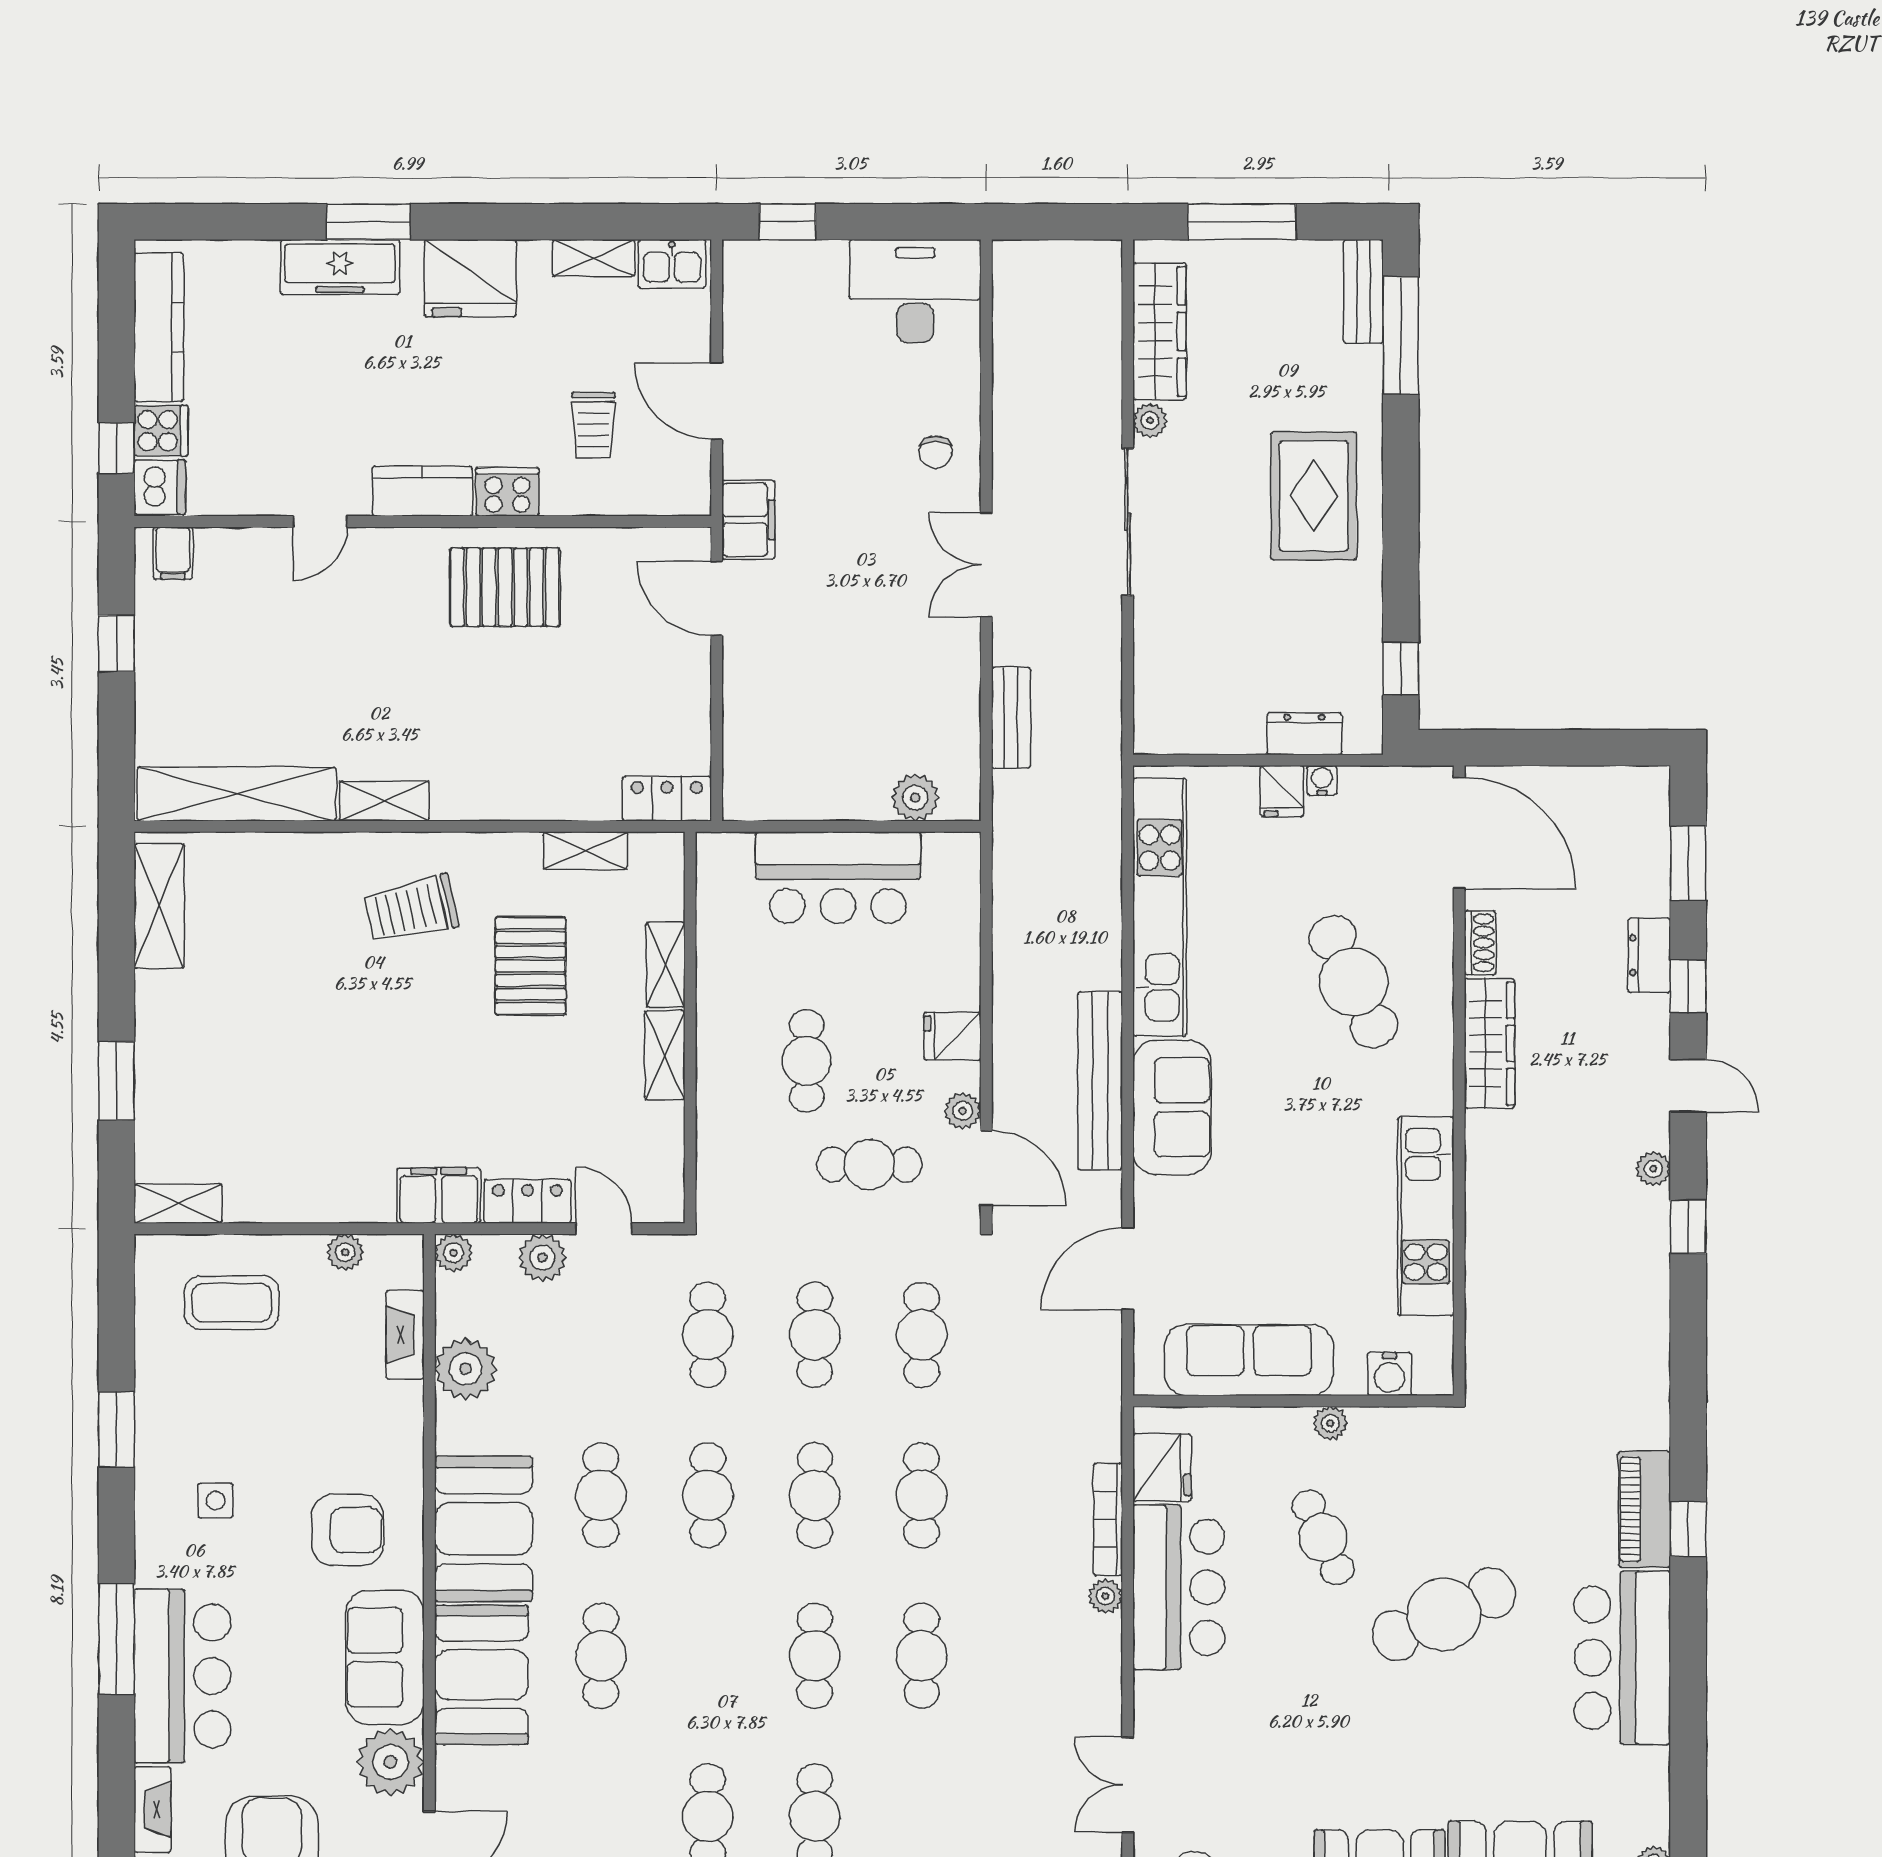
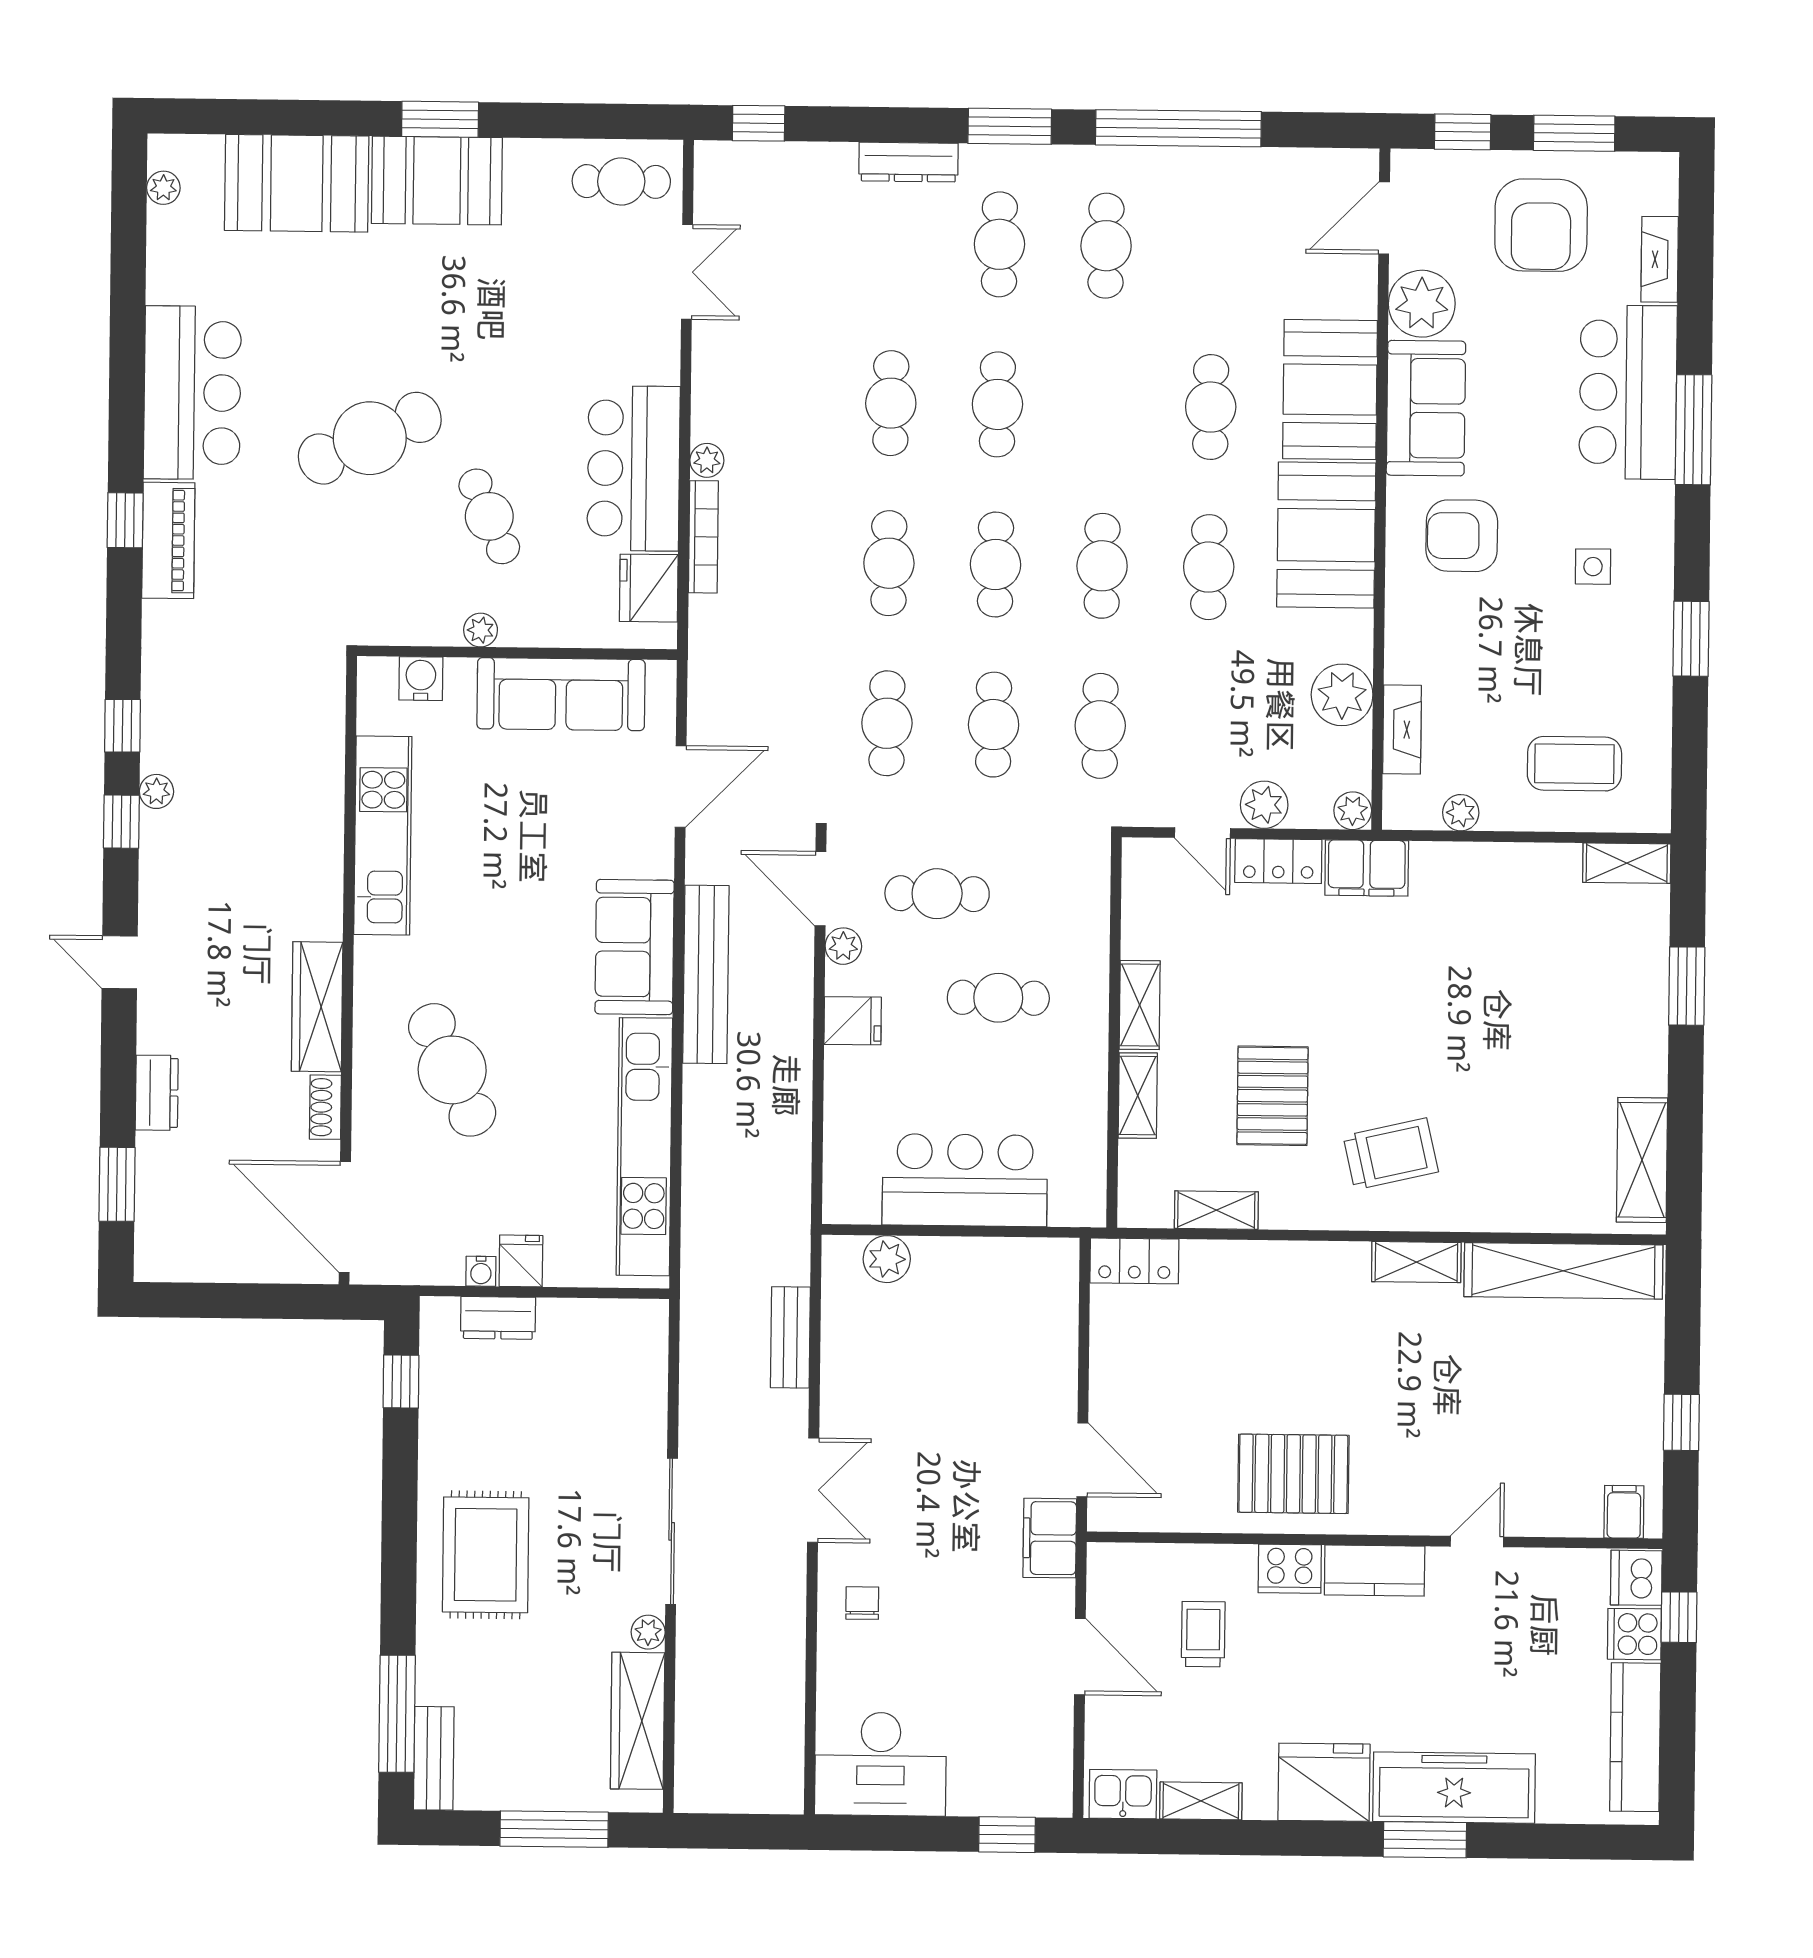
freezer: (340, 267) -> (1454, 1788), width x1.36, depth x1.26
window: (1688, 986) -> (123, 726), moved
cafe table: (807, 1061) -> (998, 998), turned 90
plant: (1653, 1169) -> (156, 791), moved

